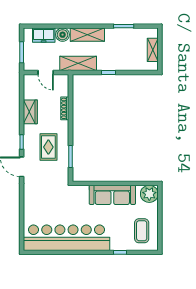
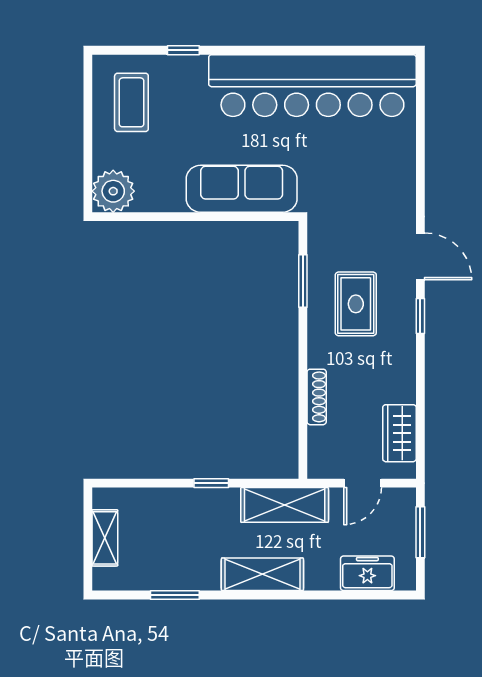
boiler: (63, 35) -> (322, 574), removed
door: (46, 73) -> (363, 483), swing flipped
wardrobe: (30, 112) -> (399, 433), moved
sofa: (112, 195) -> (242, 189), moved

